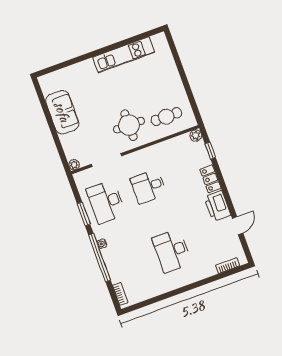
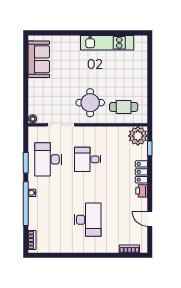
sofa: (62, 112) -> (39, 59), moved
plant: (196, 135) -> (138, 136), width x1.88, depth x1.88
printer: (217, 206) -> (142, 191), width x0.53, depth x0.68
door: (238, 226) -> (150, 219), swing flipped
desk: (172, 251) -> (88, 220), turned 180

